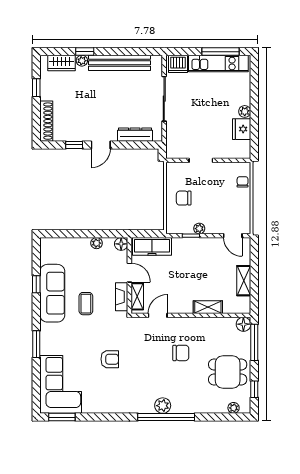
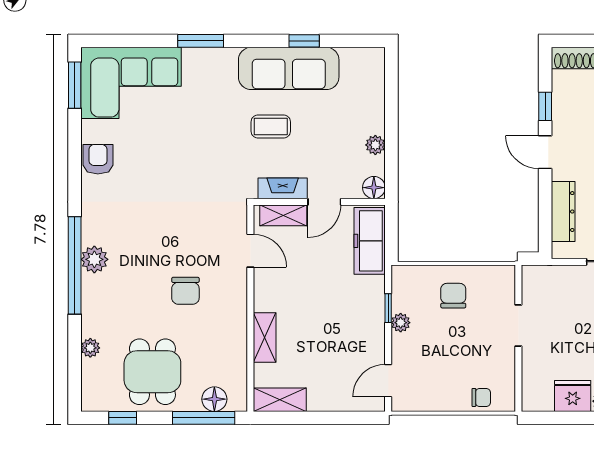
shelving: (244, 281) -> (280, 400), moved
floor lamp: (243, 324) -> (214, 399), moved
armchair: (110, 359) -> (98, 159), moved, turned 180
plant: (234, 408) -> (90, 348), moved

